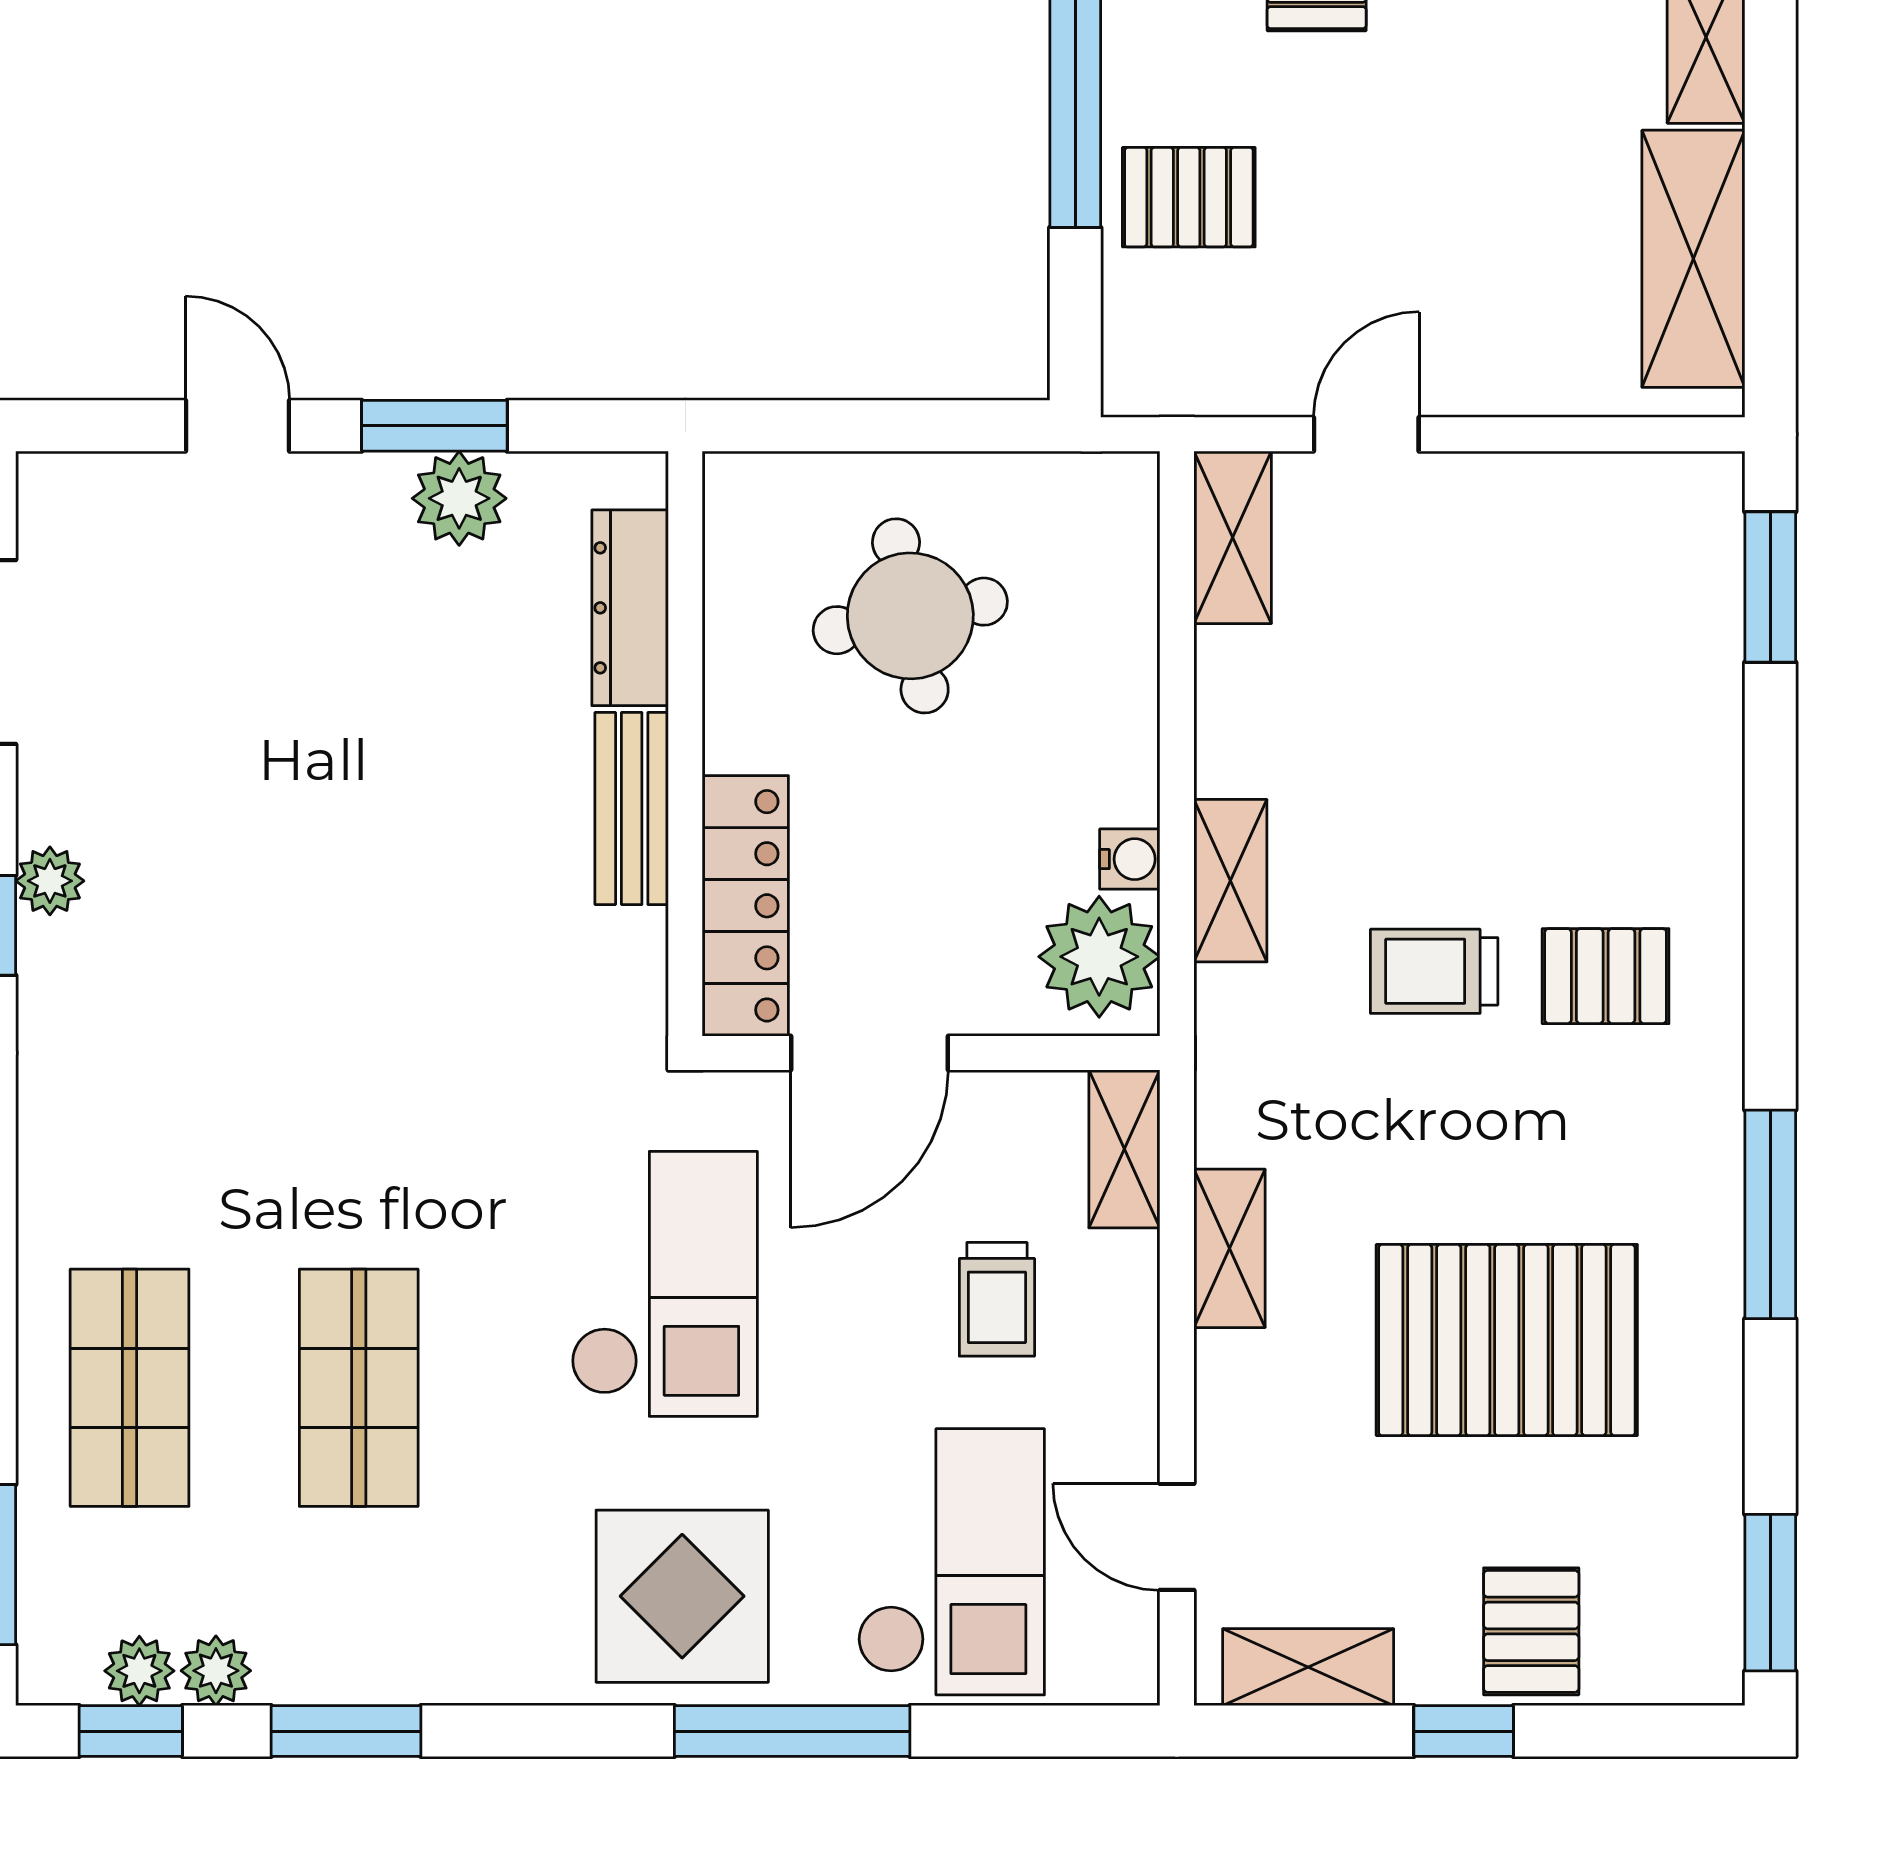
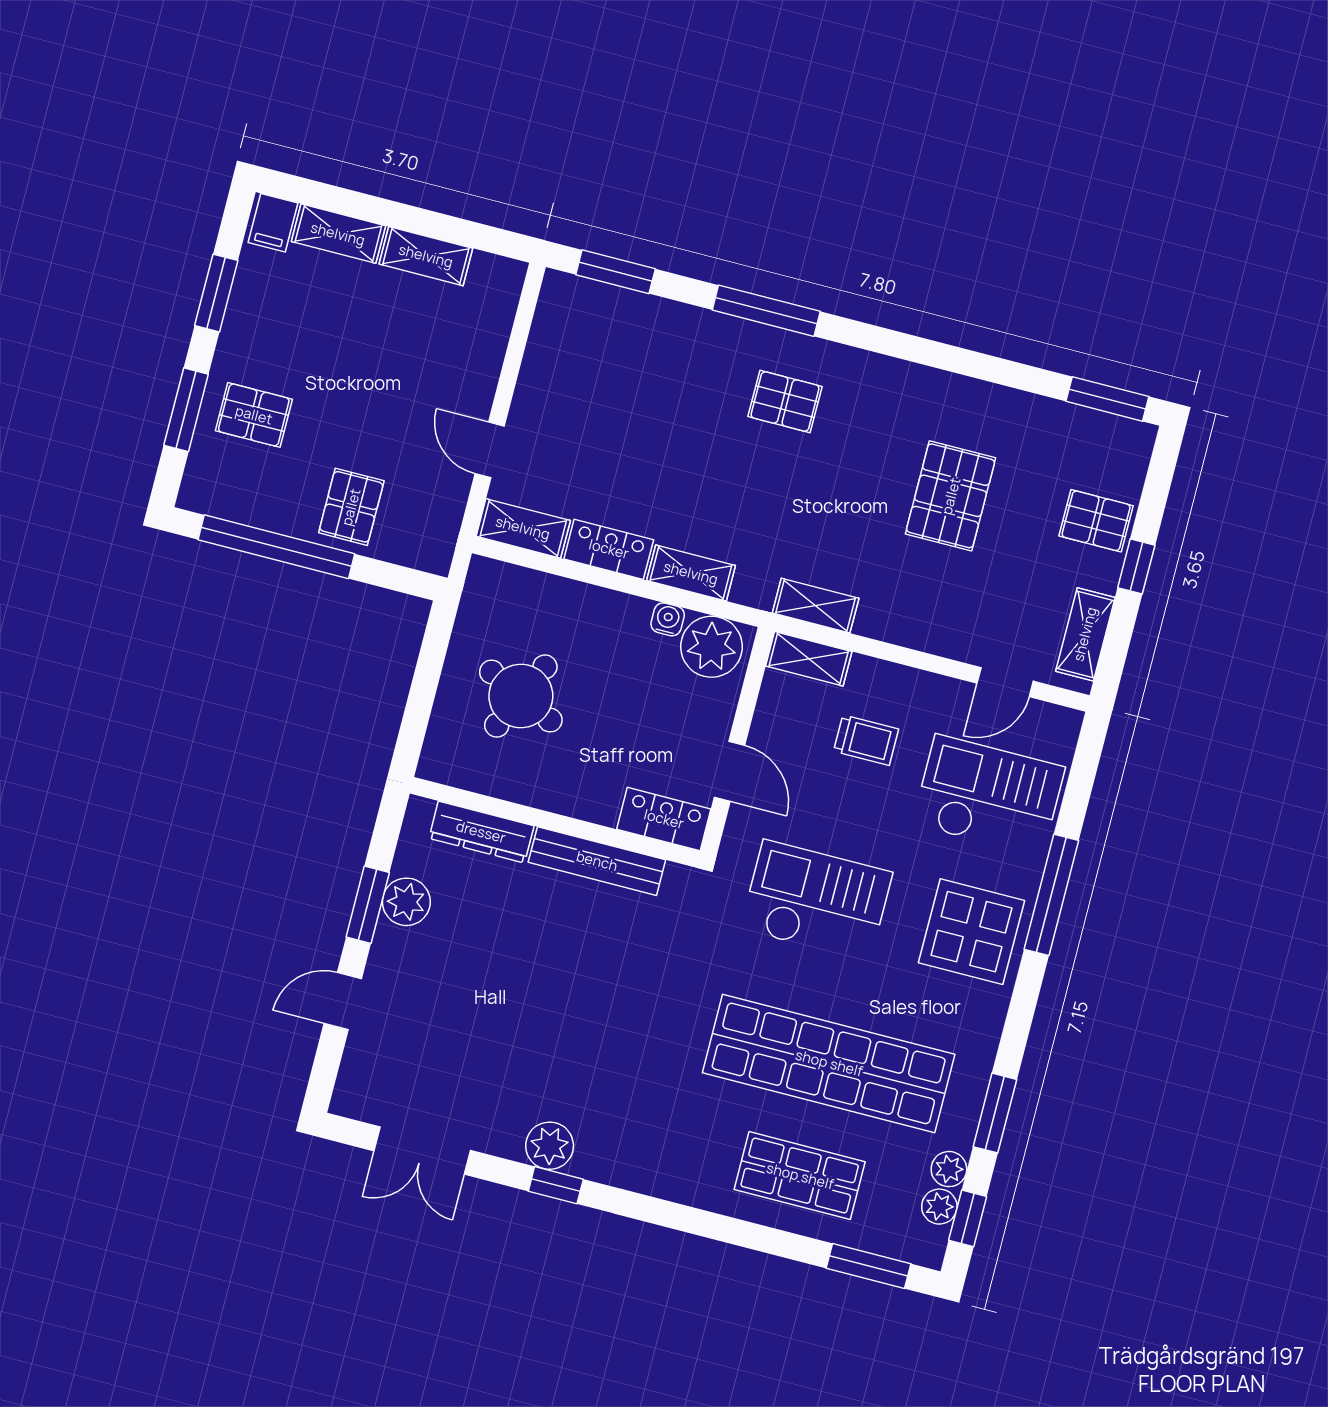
shelving: (1693, 259) -> (426, 256), width x0.67, depth x0.75
round table: (910, 616) -> (521, 696), turned 36
locker: (1235, 711) -> (609, 549), added
bench: (632, 809) -> (597, 861), width x1.36
plant: (50, 881) -> (550, 1146), width x1.38, depth x1.38
locker: (745, 906) -> (664, 819), width x0.66
trolley: (1434, 971) -> (761, 485), removed
pallet: (1606, 976) -> (785, 401), turned 90
door: (870, 1053) -> (729, 771), width x0.73
window: (1770, 1214) -> (766, 311), moved
shelving: (1229, 1248) -> (816, 606), moved
pallet: (1507, 1340) -> (951, 496), width x0.73, depth x0.71
shop shelf: (359, 1388) -> (829, 1063), width x2.00, depth x1.36

